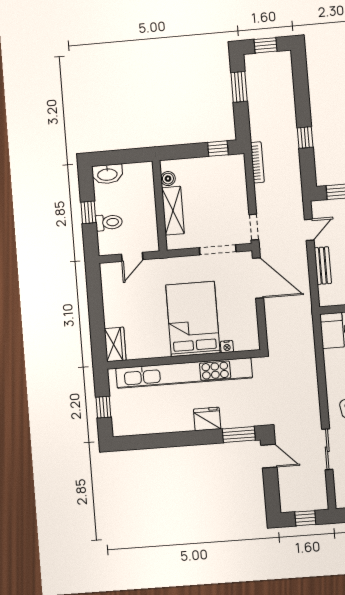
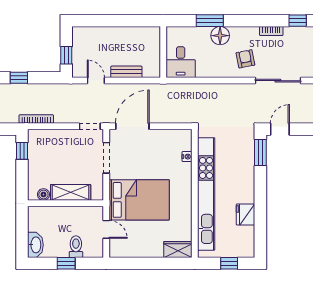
bed: (193, 319) -> (139, 200), moved, turned 180
fridge: (207, 419) -> (245, 214), moved
sliding door: (327, 449) -> (278, 81), width x1.37

